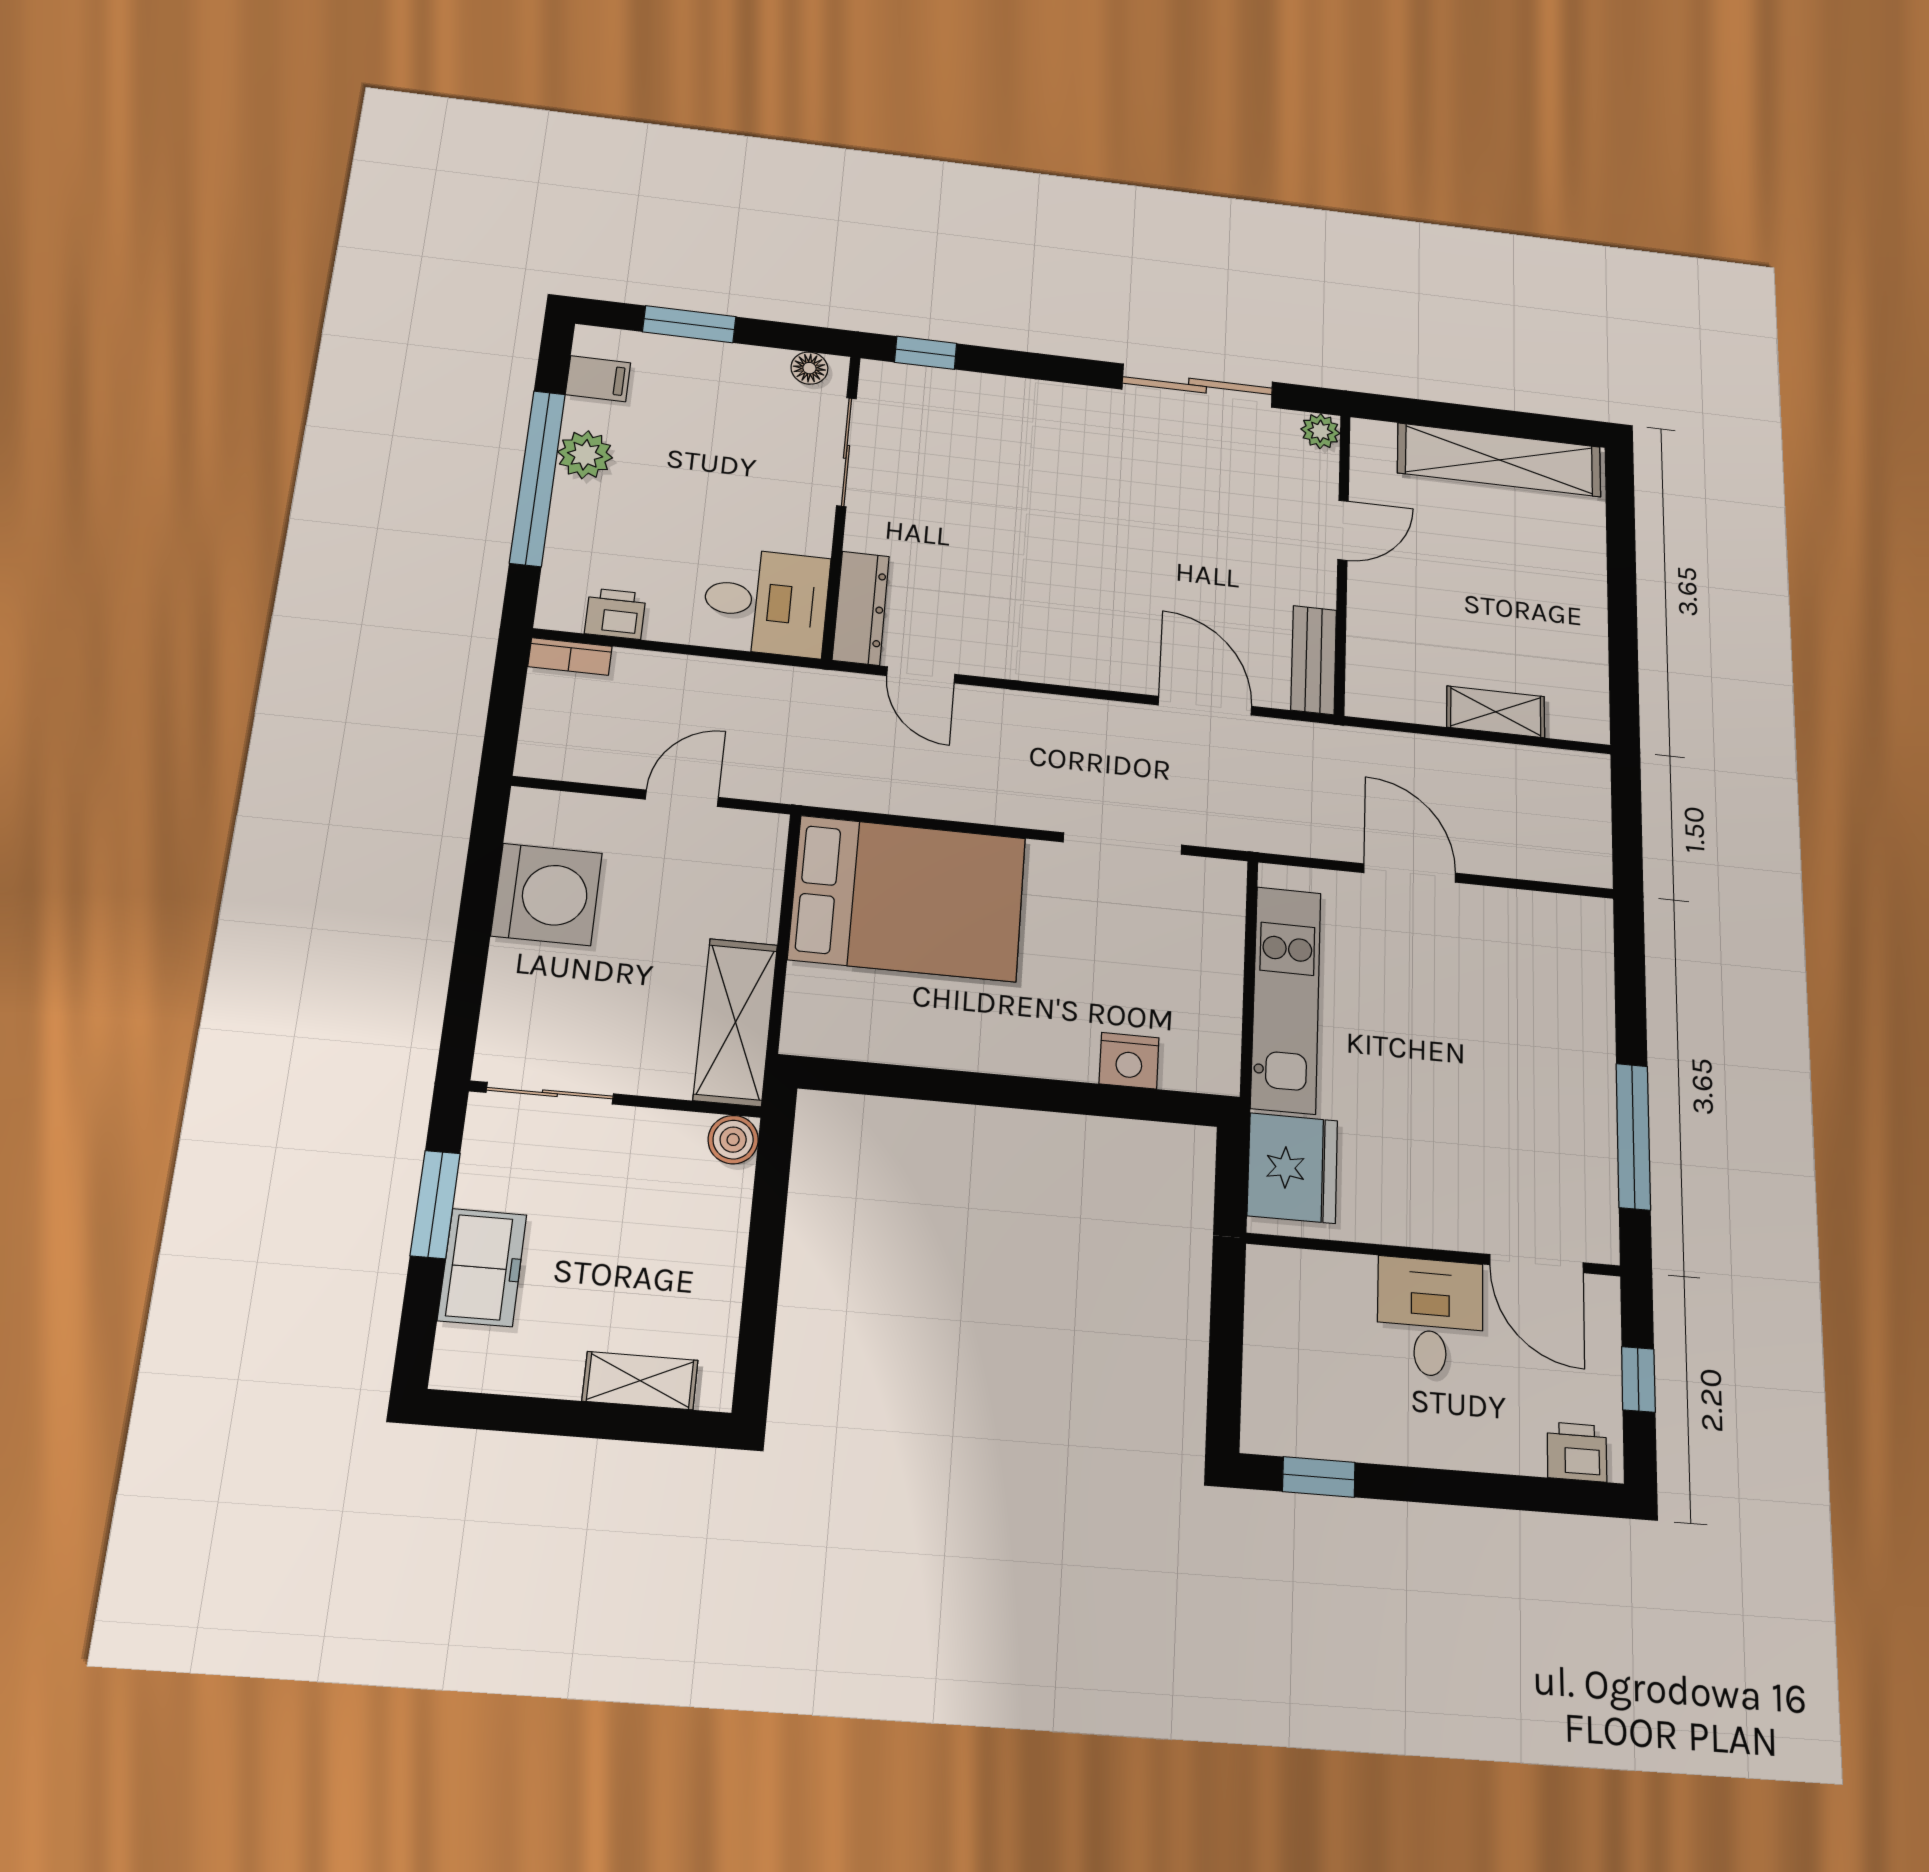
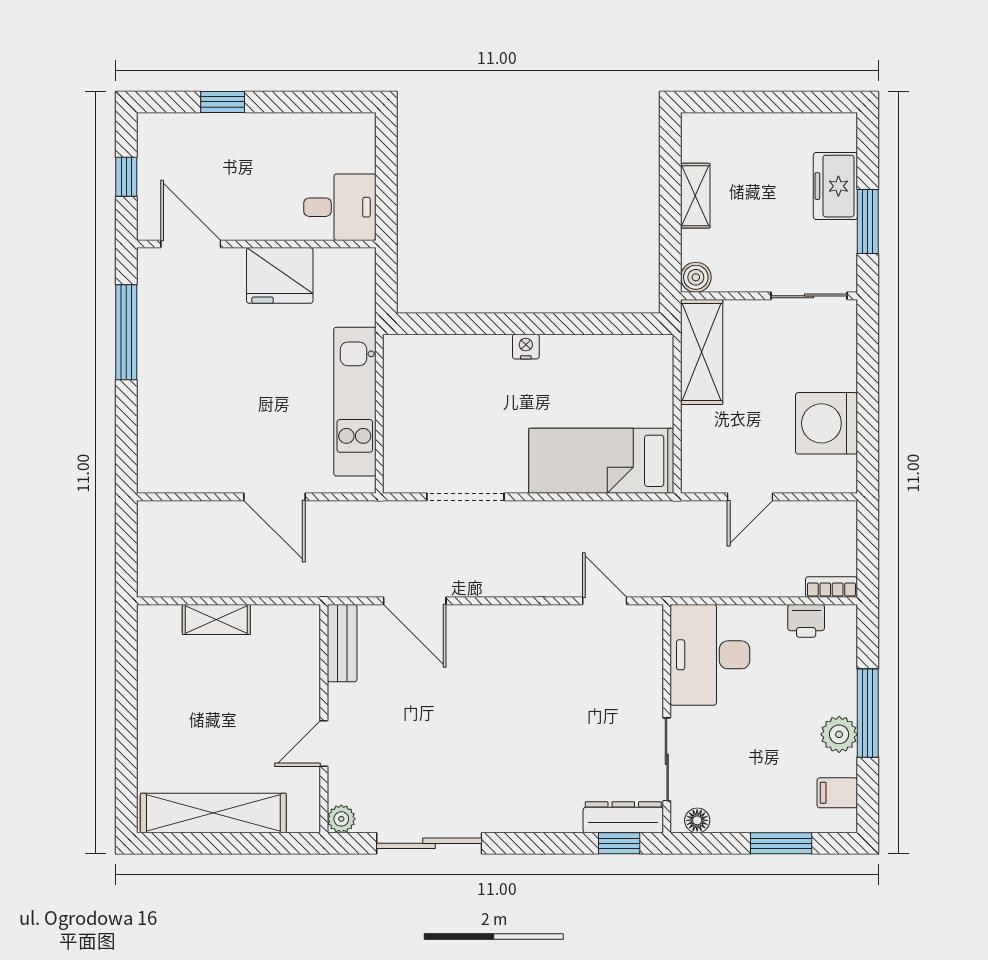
window: (538, 478) -> (868, 713), width x0.68
desk: (766, 602) -> (710, 655), width x1.37
dresser: (861, 608) -> (623, 817), moved, turned 90
bed: (908, 898) -> (601, 461), width x0.67
nightstand: (1129, 1061) -> (526, 347), moved, width x0.72, depth x0.74
fridge: (1292, 1168) -> (280, 275), moved, turned -90
desk: (1430, 1317) -> (340, 207), moved, turned -90
shelving: (640, 1381) -> (695, 196), moved, turned 90
printer: (1577, 1452) -> (166, 129), removed
window: (1319, 1477) -> (223, 102), moved

